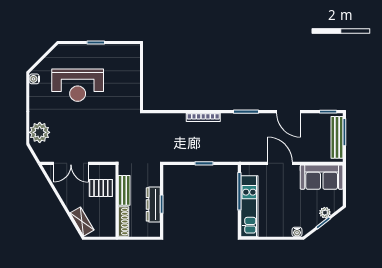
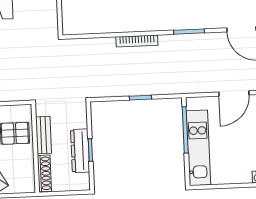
door: (280, 163) -> (234, 93), swing flipped

